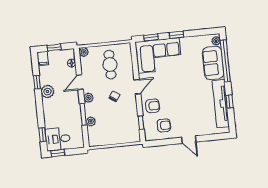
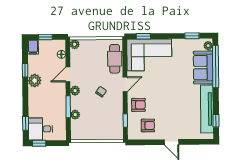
window: (176, 35) -> (192, 36), moved
cafe table: (110, 65) -> (115, 59), moved
window: (229, 101) -> (216, 121), moved

